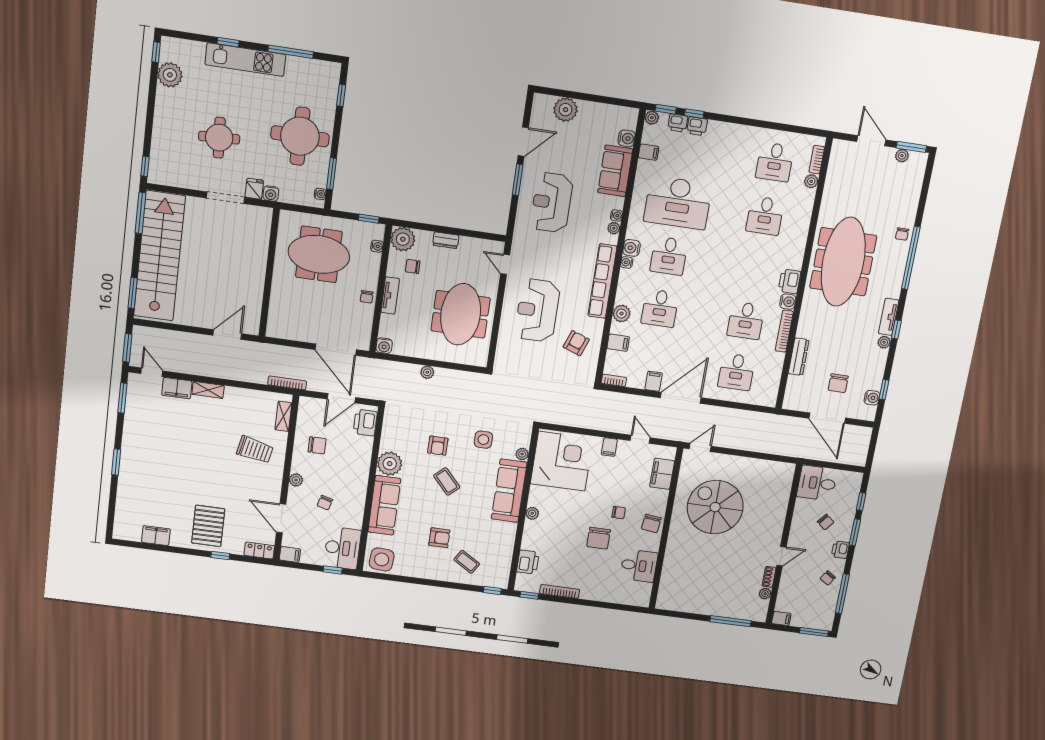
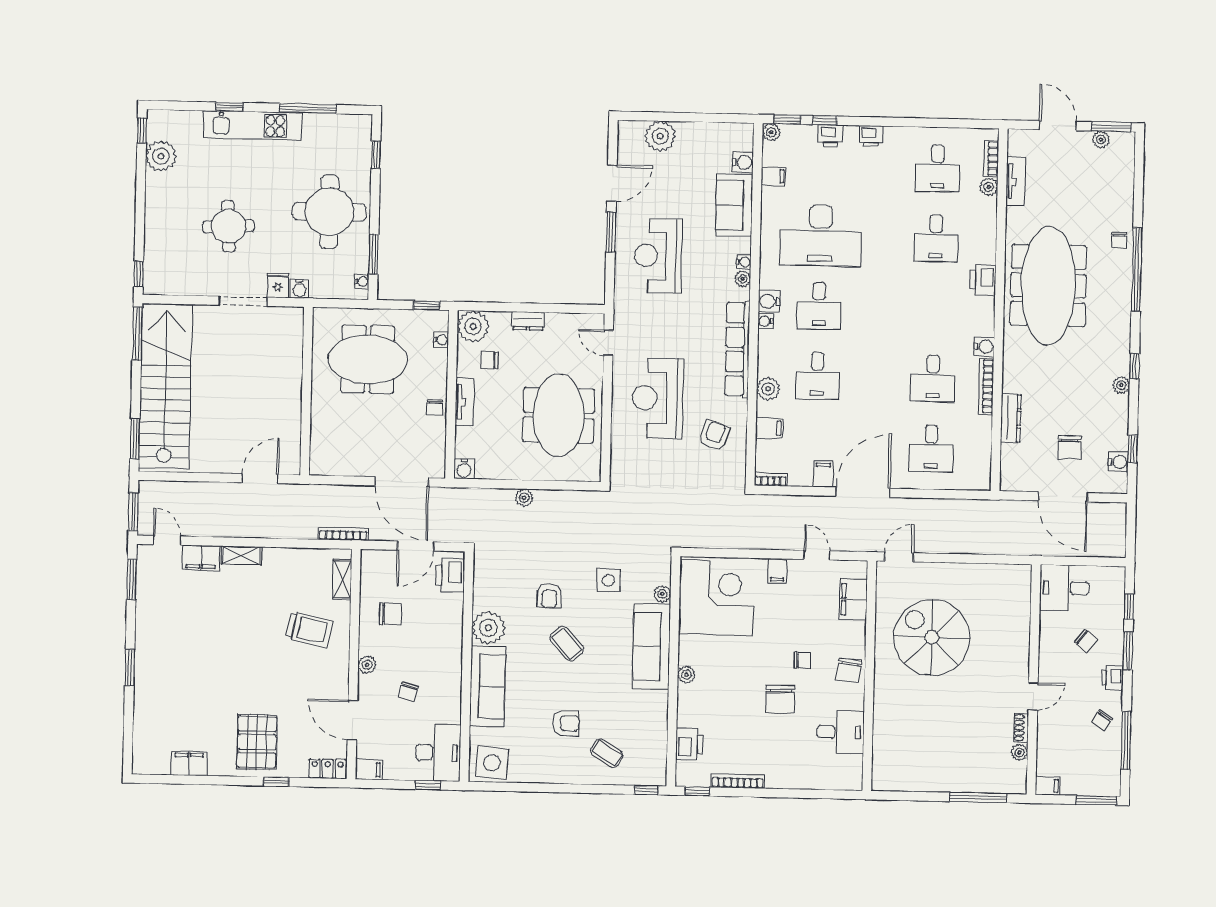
printer: (678, 123) -> (871, 136), moved
printer: (790, 281) -> (983, 280), moved
tv unit: (889, 317) -> (1016, 182), moved, turned 180

